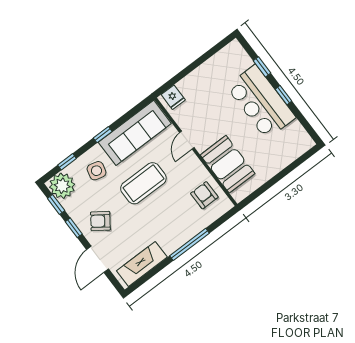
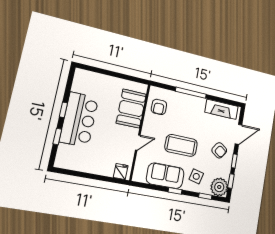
sofa: (135, 133) -> (165, 176), width x0.73

